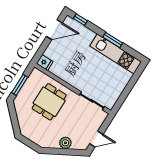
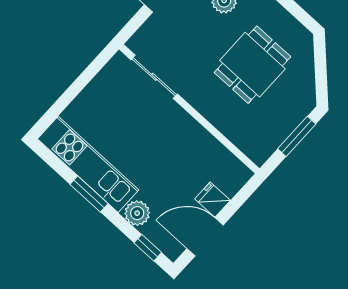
plant: (88, 35) -> (137, 213), added
fridge: (45, 63) -> (213, 200), moved
dining table: (49, 102) -> (252, 65), moved

